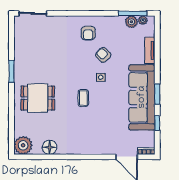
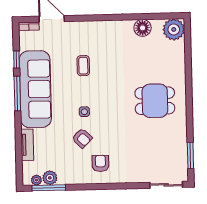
window: (12, 71) -> (190, 155), moved
window: (157, 94) -> (17, 93), width x1.44
dining table: (38, 98) -> (155, 101), moved
coffee table: (83, 98) -> (83, 66), moved

